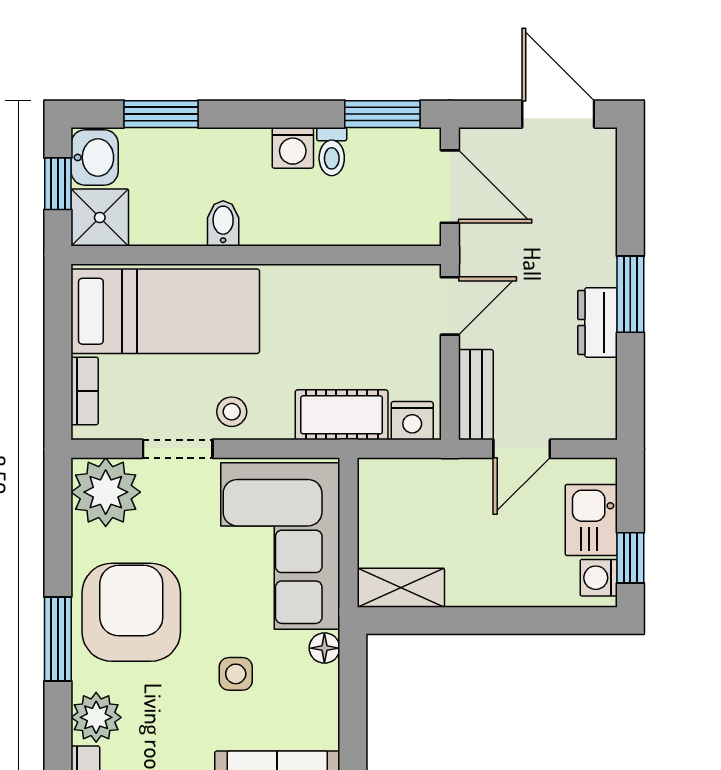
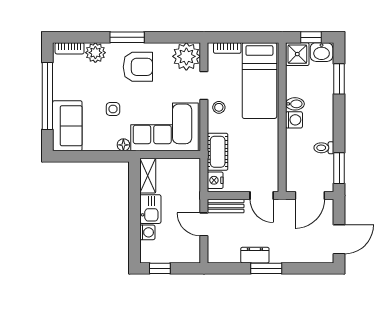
washing machine: (293, 148) -> (294, 120), moved, turned 180
kitchen sink: (591, 520) -> (150, 209), moved, turned 90
washing machine: (599, 578) -> (147, 232), moved, turned 90
armchair: (131, 612) -> (138, 67), width x0.73, depth x0.73

